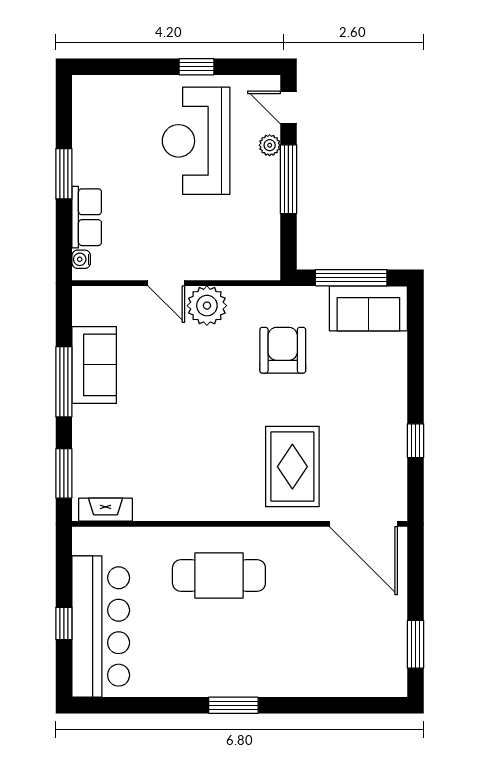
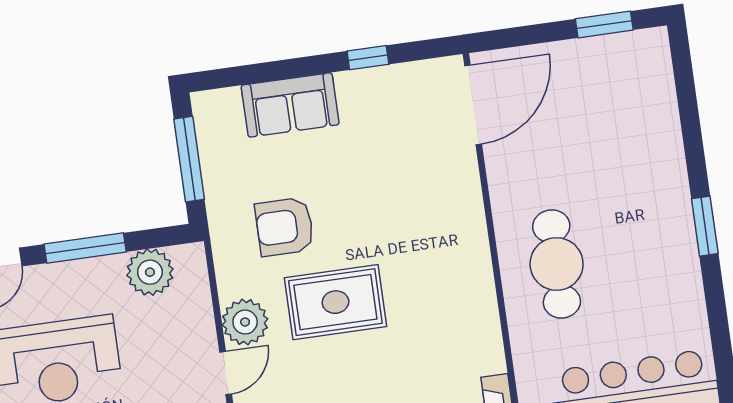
plant: (270, 145) -> (150, 272), moved, width x1.87, depth x1.87
sofa: (368, 308) -> (290, 105), moved, turned 90
rug: (292, 467) -> (335, 302), moved

